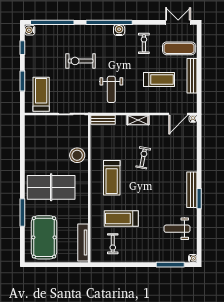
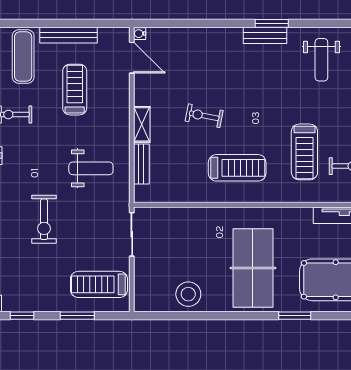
bench: (103, 120) -> (141, 164), moved
stool: (77, 155) -> (188, 294), moved
bench: (192, 190) -> (265, 35), width x0.73
window: (22, 213) -> (295, 316), width x0.69

